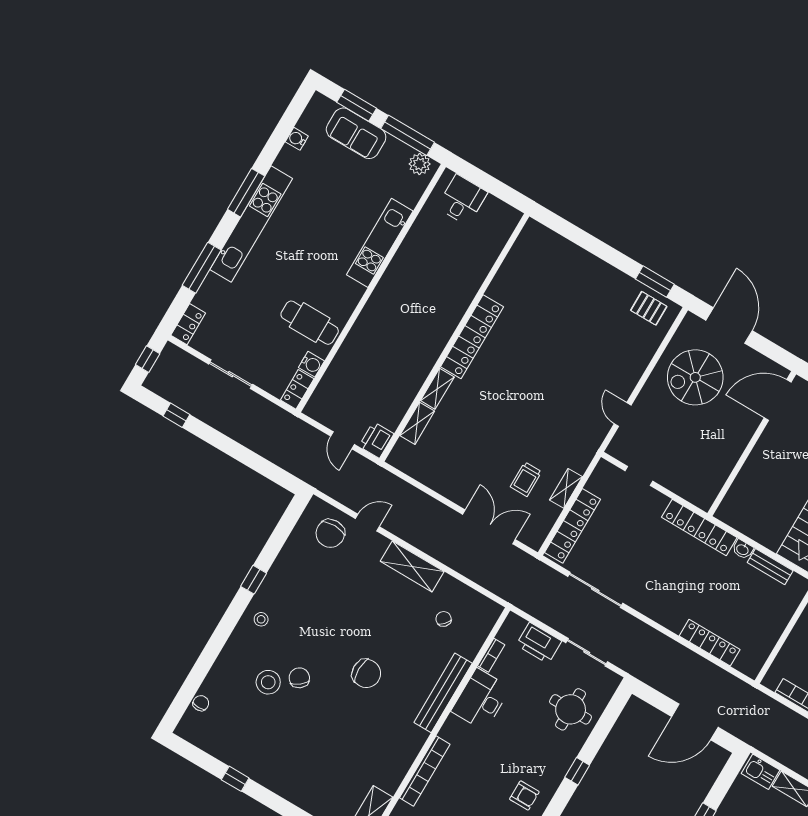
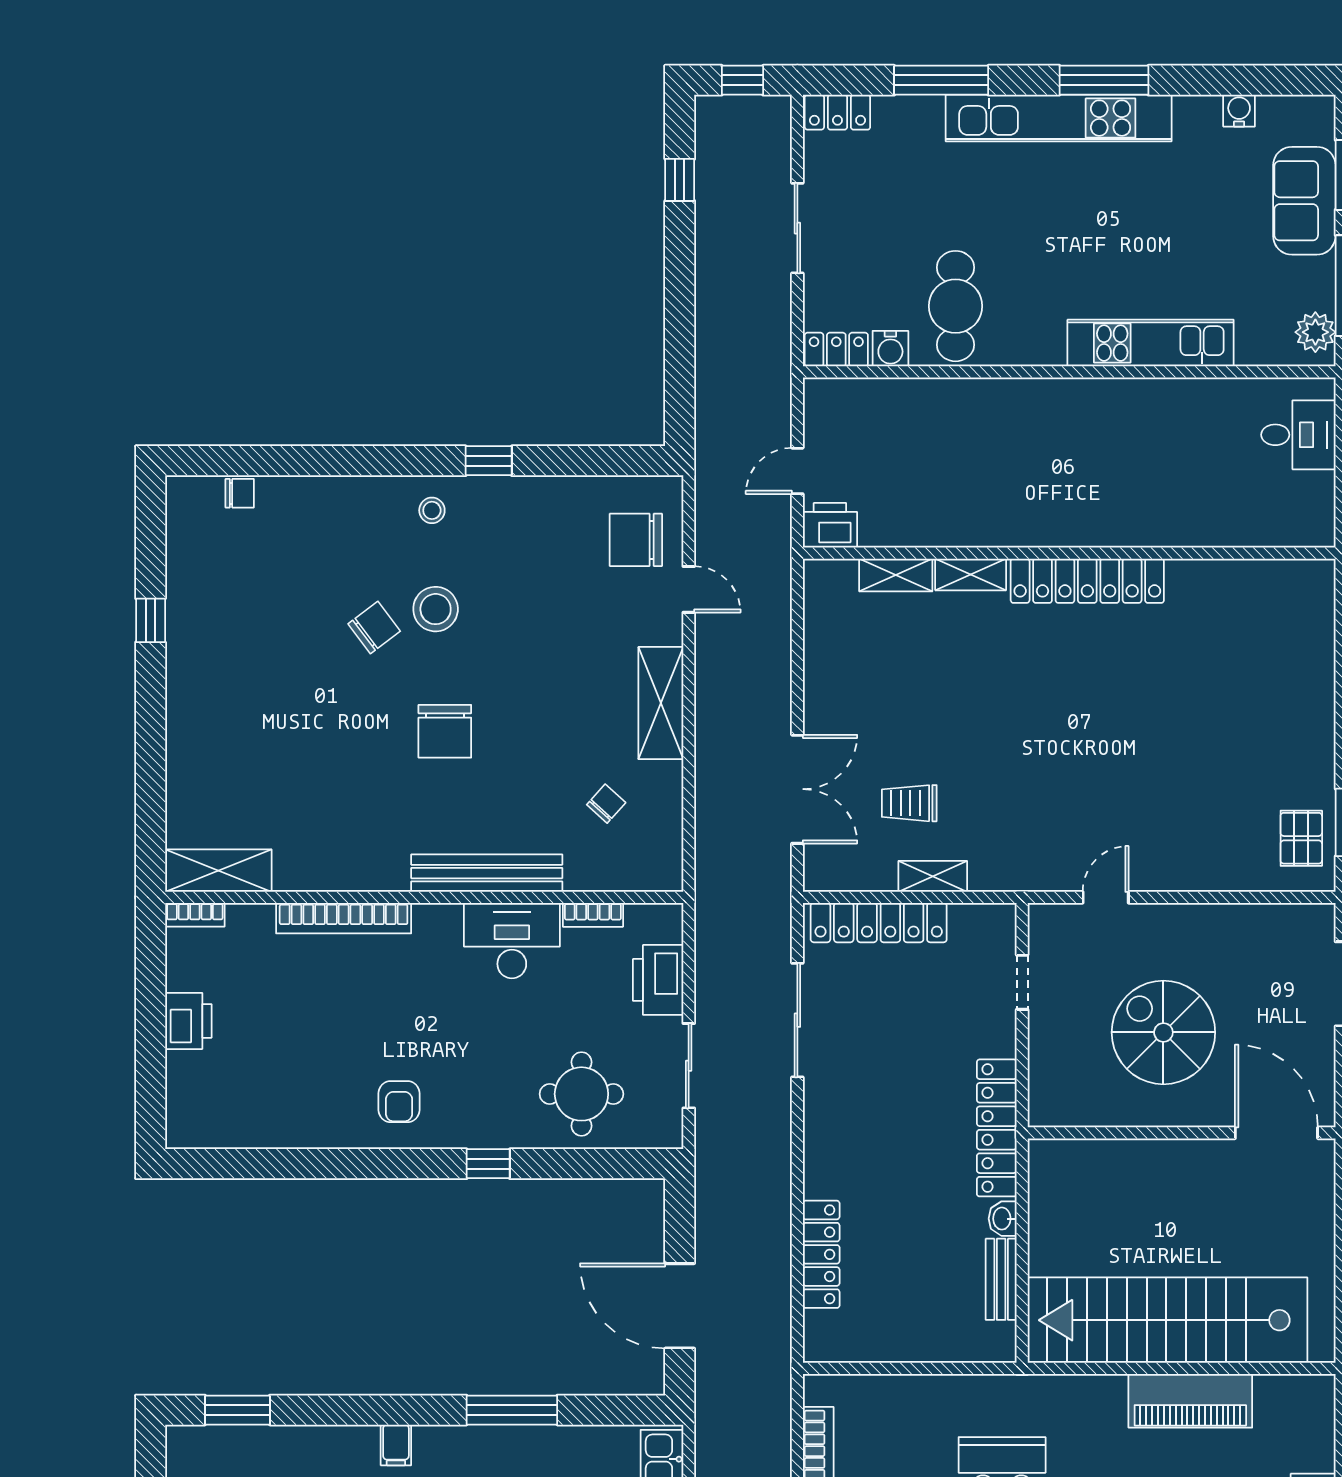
spiral stairs: (695, 377) -> (1163, 1032), moved
stool: (268, 682) -> (436, 609), moved

